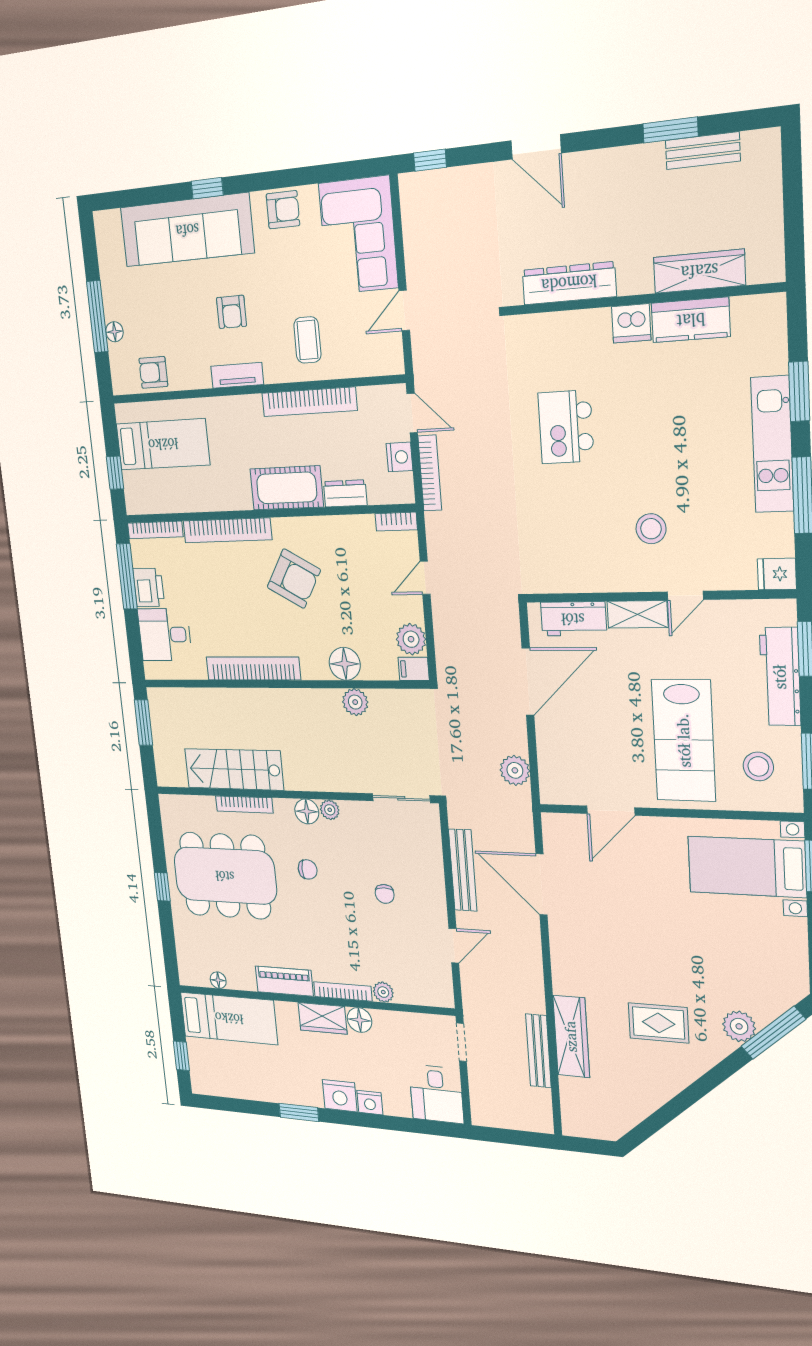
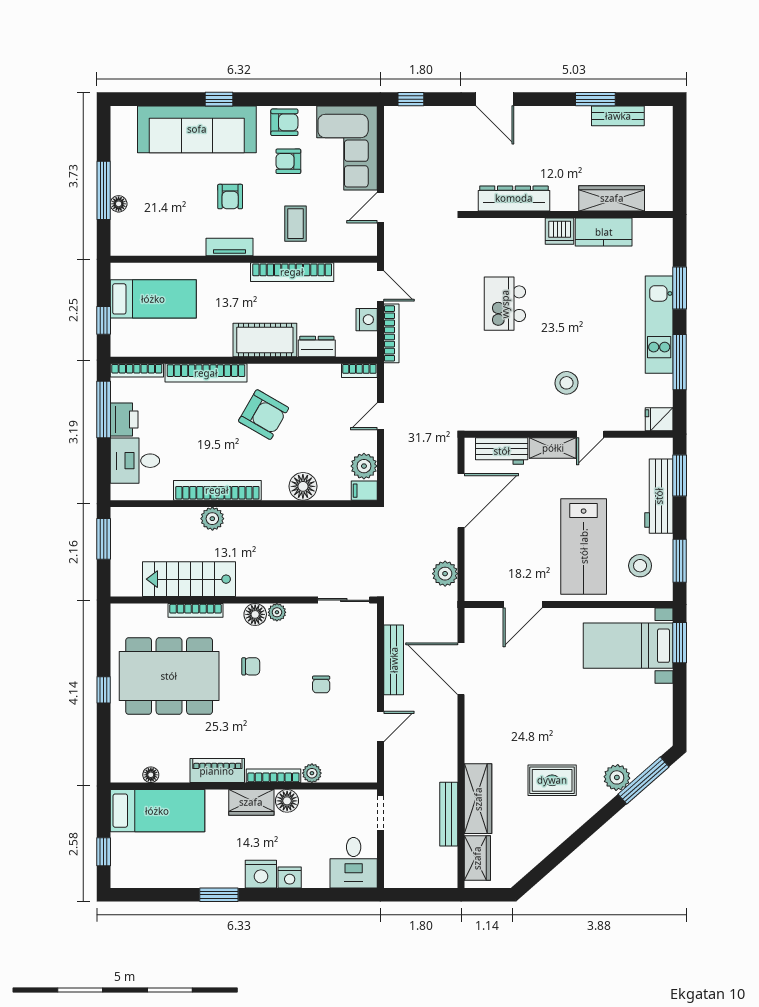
armchair: (153, 372) -> (288, 161), moved
plant: (355, 702) -> (212, 519), moved
wardrobe: (575, 1103) -> (477, 858), added

